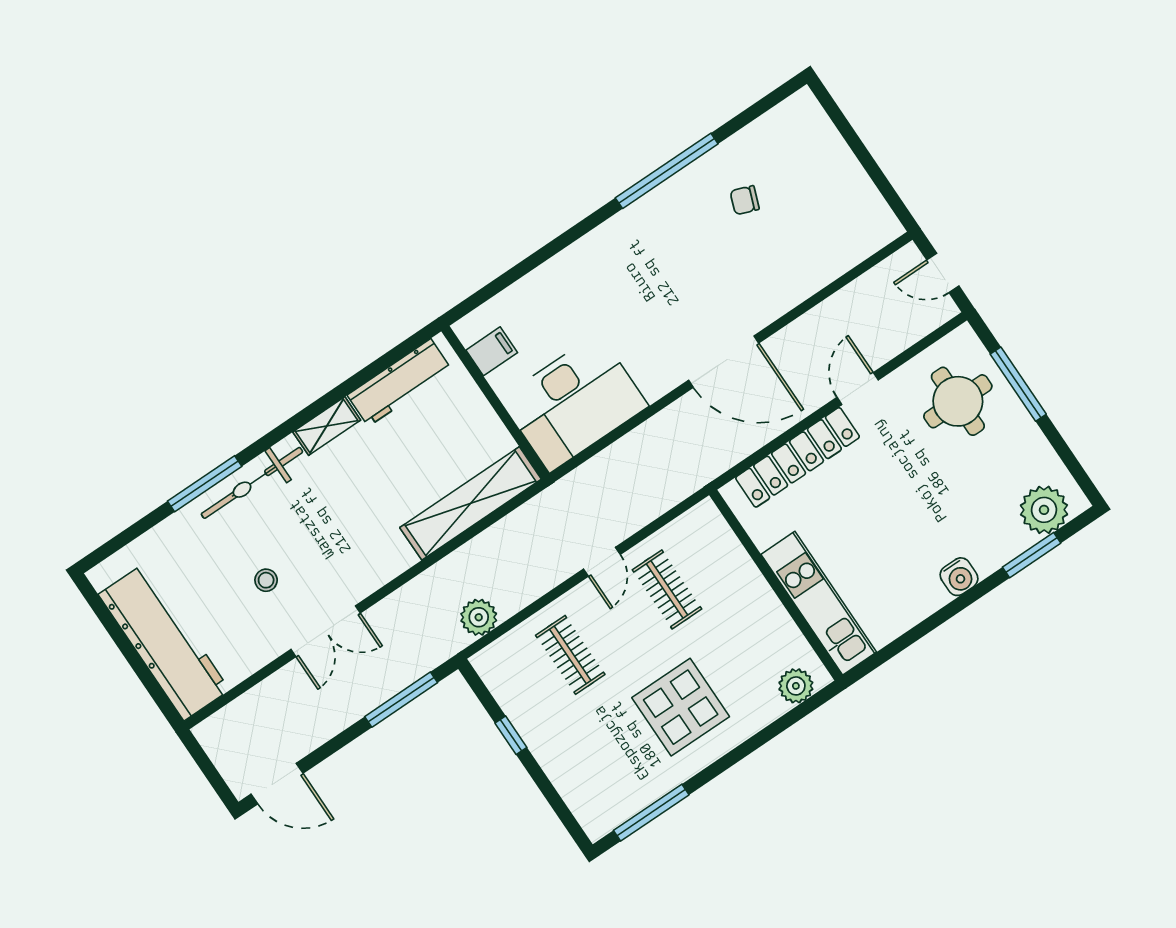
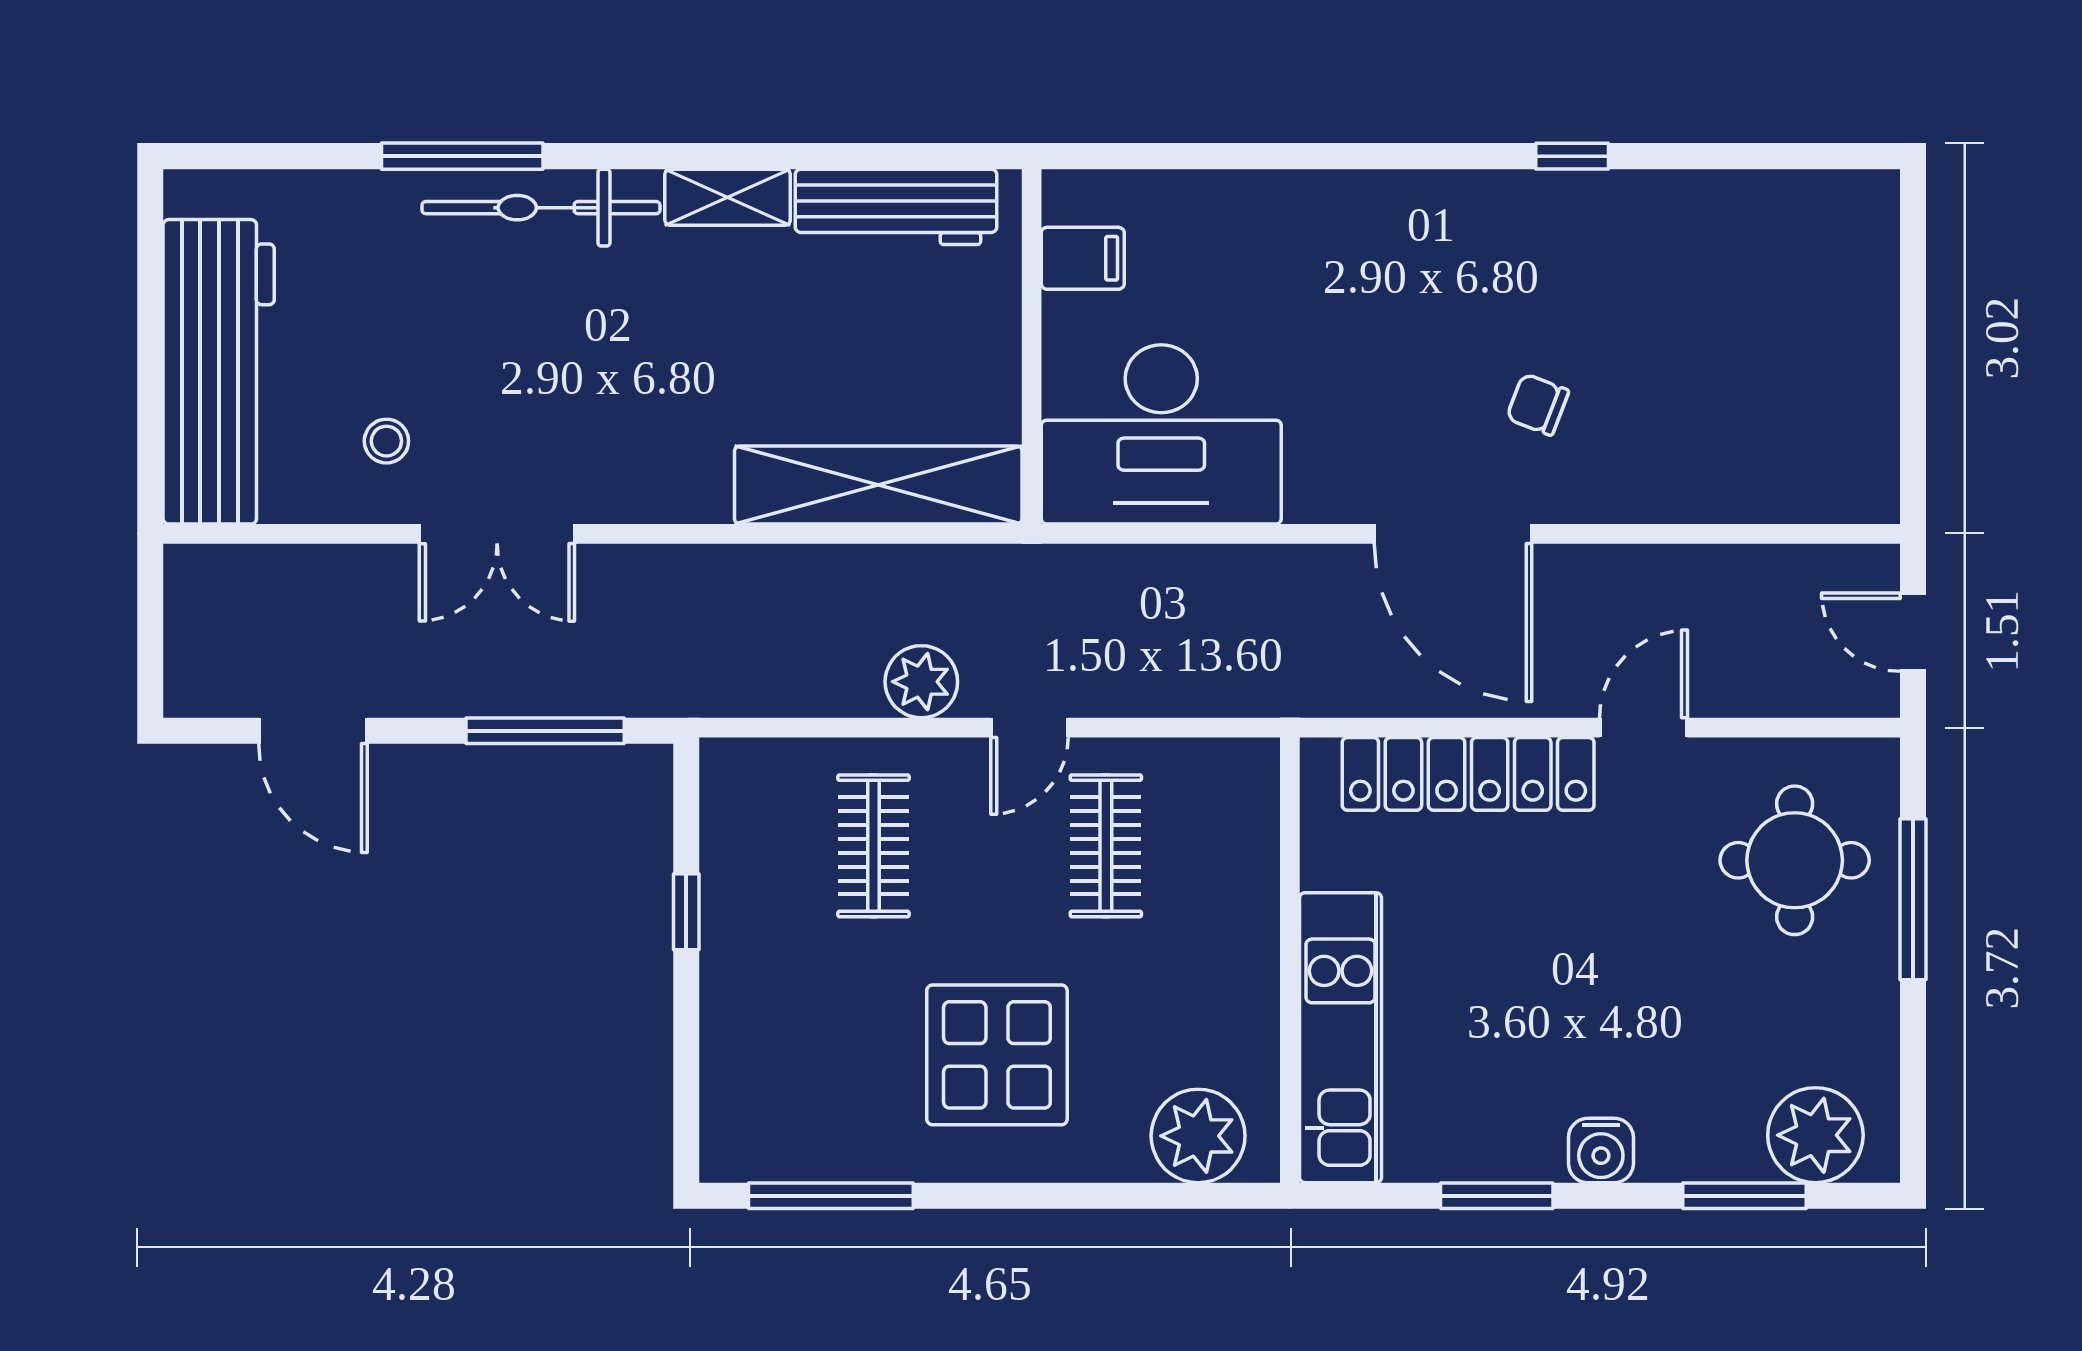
window: (667, 171) -> (1572, 156), width x0.32
chair: (745, 200) -> (1538, 404), moved
stool: (266, 580) -> (386, 441), moved
plant: (479, 617) -> (921, 682), moved
window: (928, 625) -> (1497, 1196), added
plant: (796, 686) -> (1198, 1136), width x1.36, depth x1.36
door: (277, 784) -> (313, 731), moved

